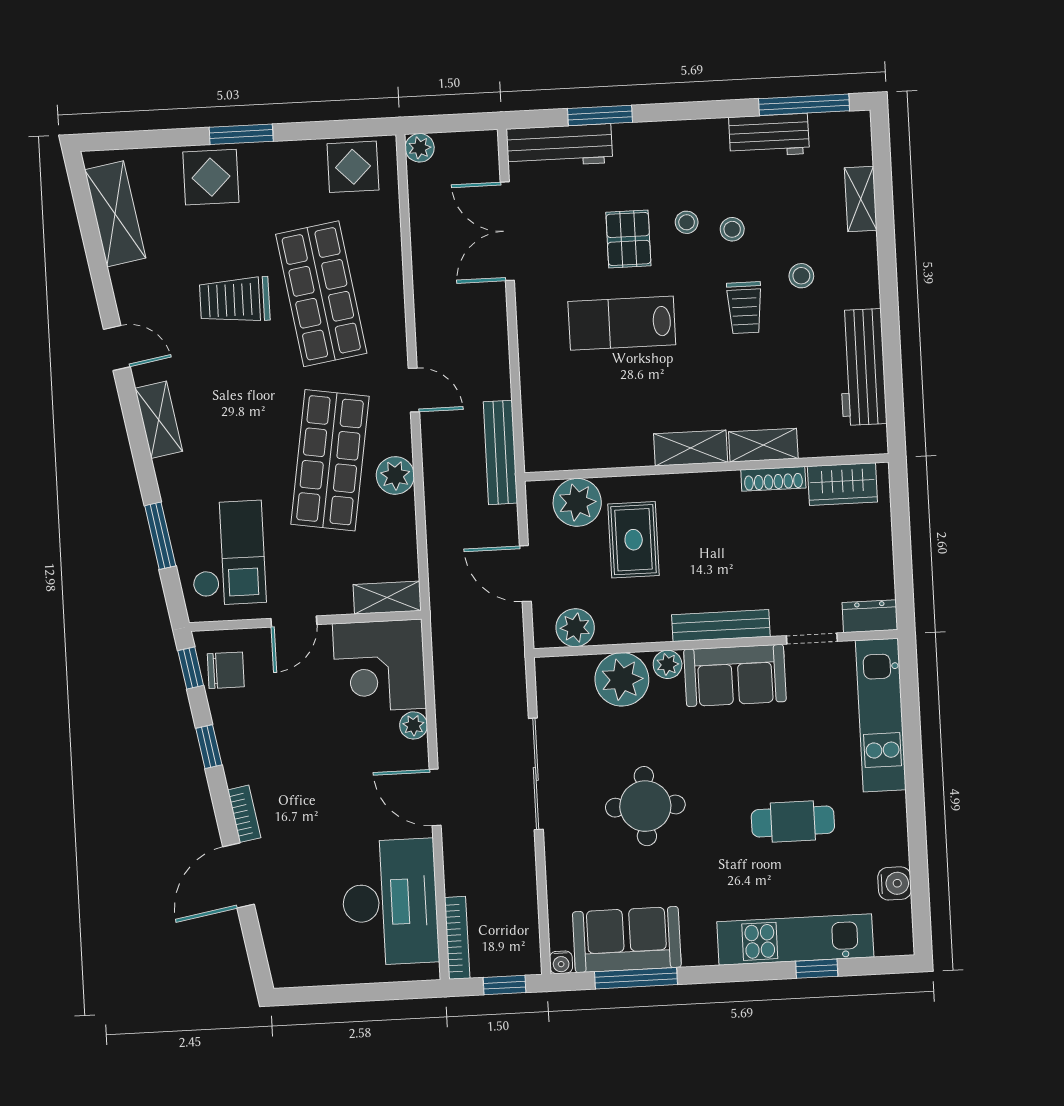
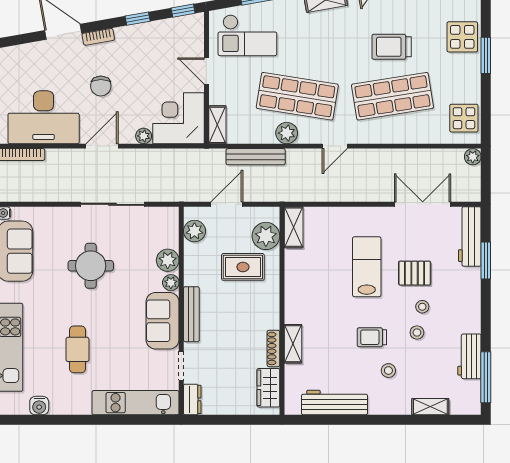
trolley: (235, 300) -> (392, 47), turned -90
shelving: (691, 448) -> (294, 227), moved
bench: (500, 452) -> (256, 157), moved
chair: (226, 670) -> (101, 86), moved
plant: (622, 679) -> (168, 260), width x0.73, depth x0.73

